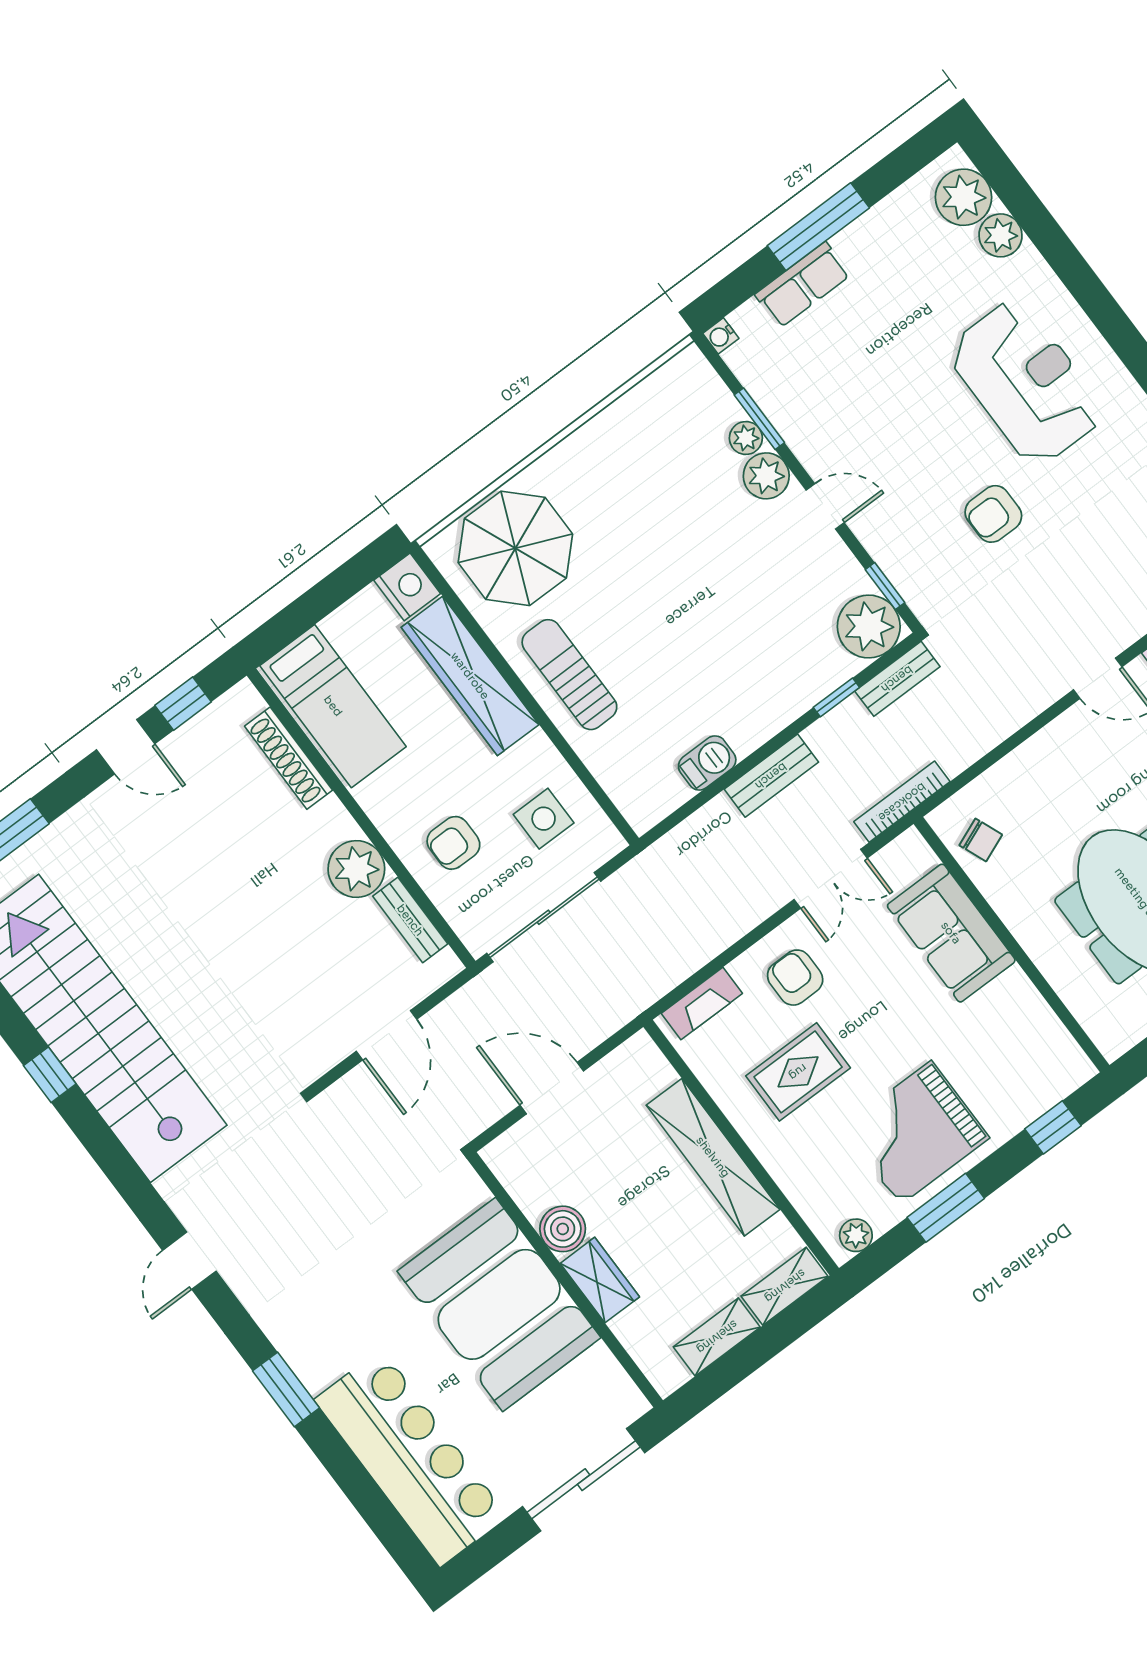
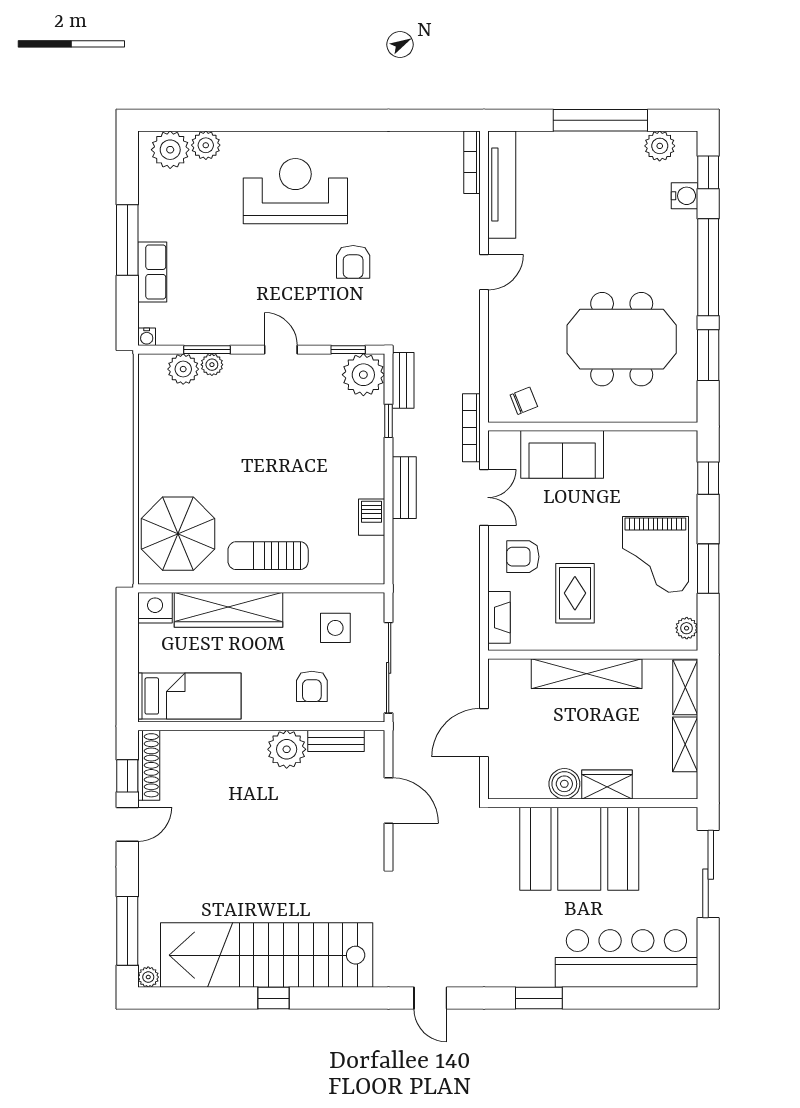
plant: (766, 476) -> (183, 369), moved
door: (825, 506) -> (281, 350), hinge flipped
shoe rack: (289, 758) -> (149, 765), moved, turned -90

